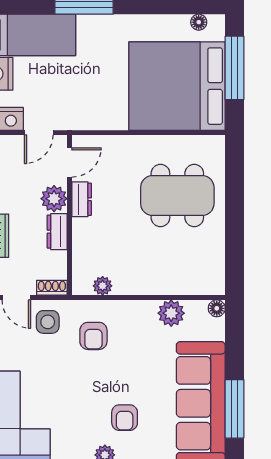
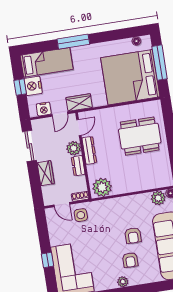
wardrobe: (77, 117) -> (79, 102), added
dresser: (82, 199) -> (89, 150), width x1.44
plant: (103, 286) -> (102, 187), width x1.88, depth x1.88
plant: (171, 313) -> (158, 198), moved
armchair: (93, 336) -> (133, 236), moved

